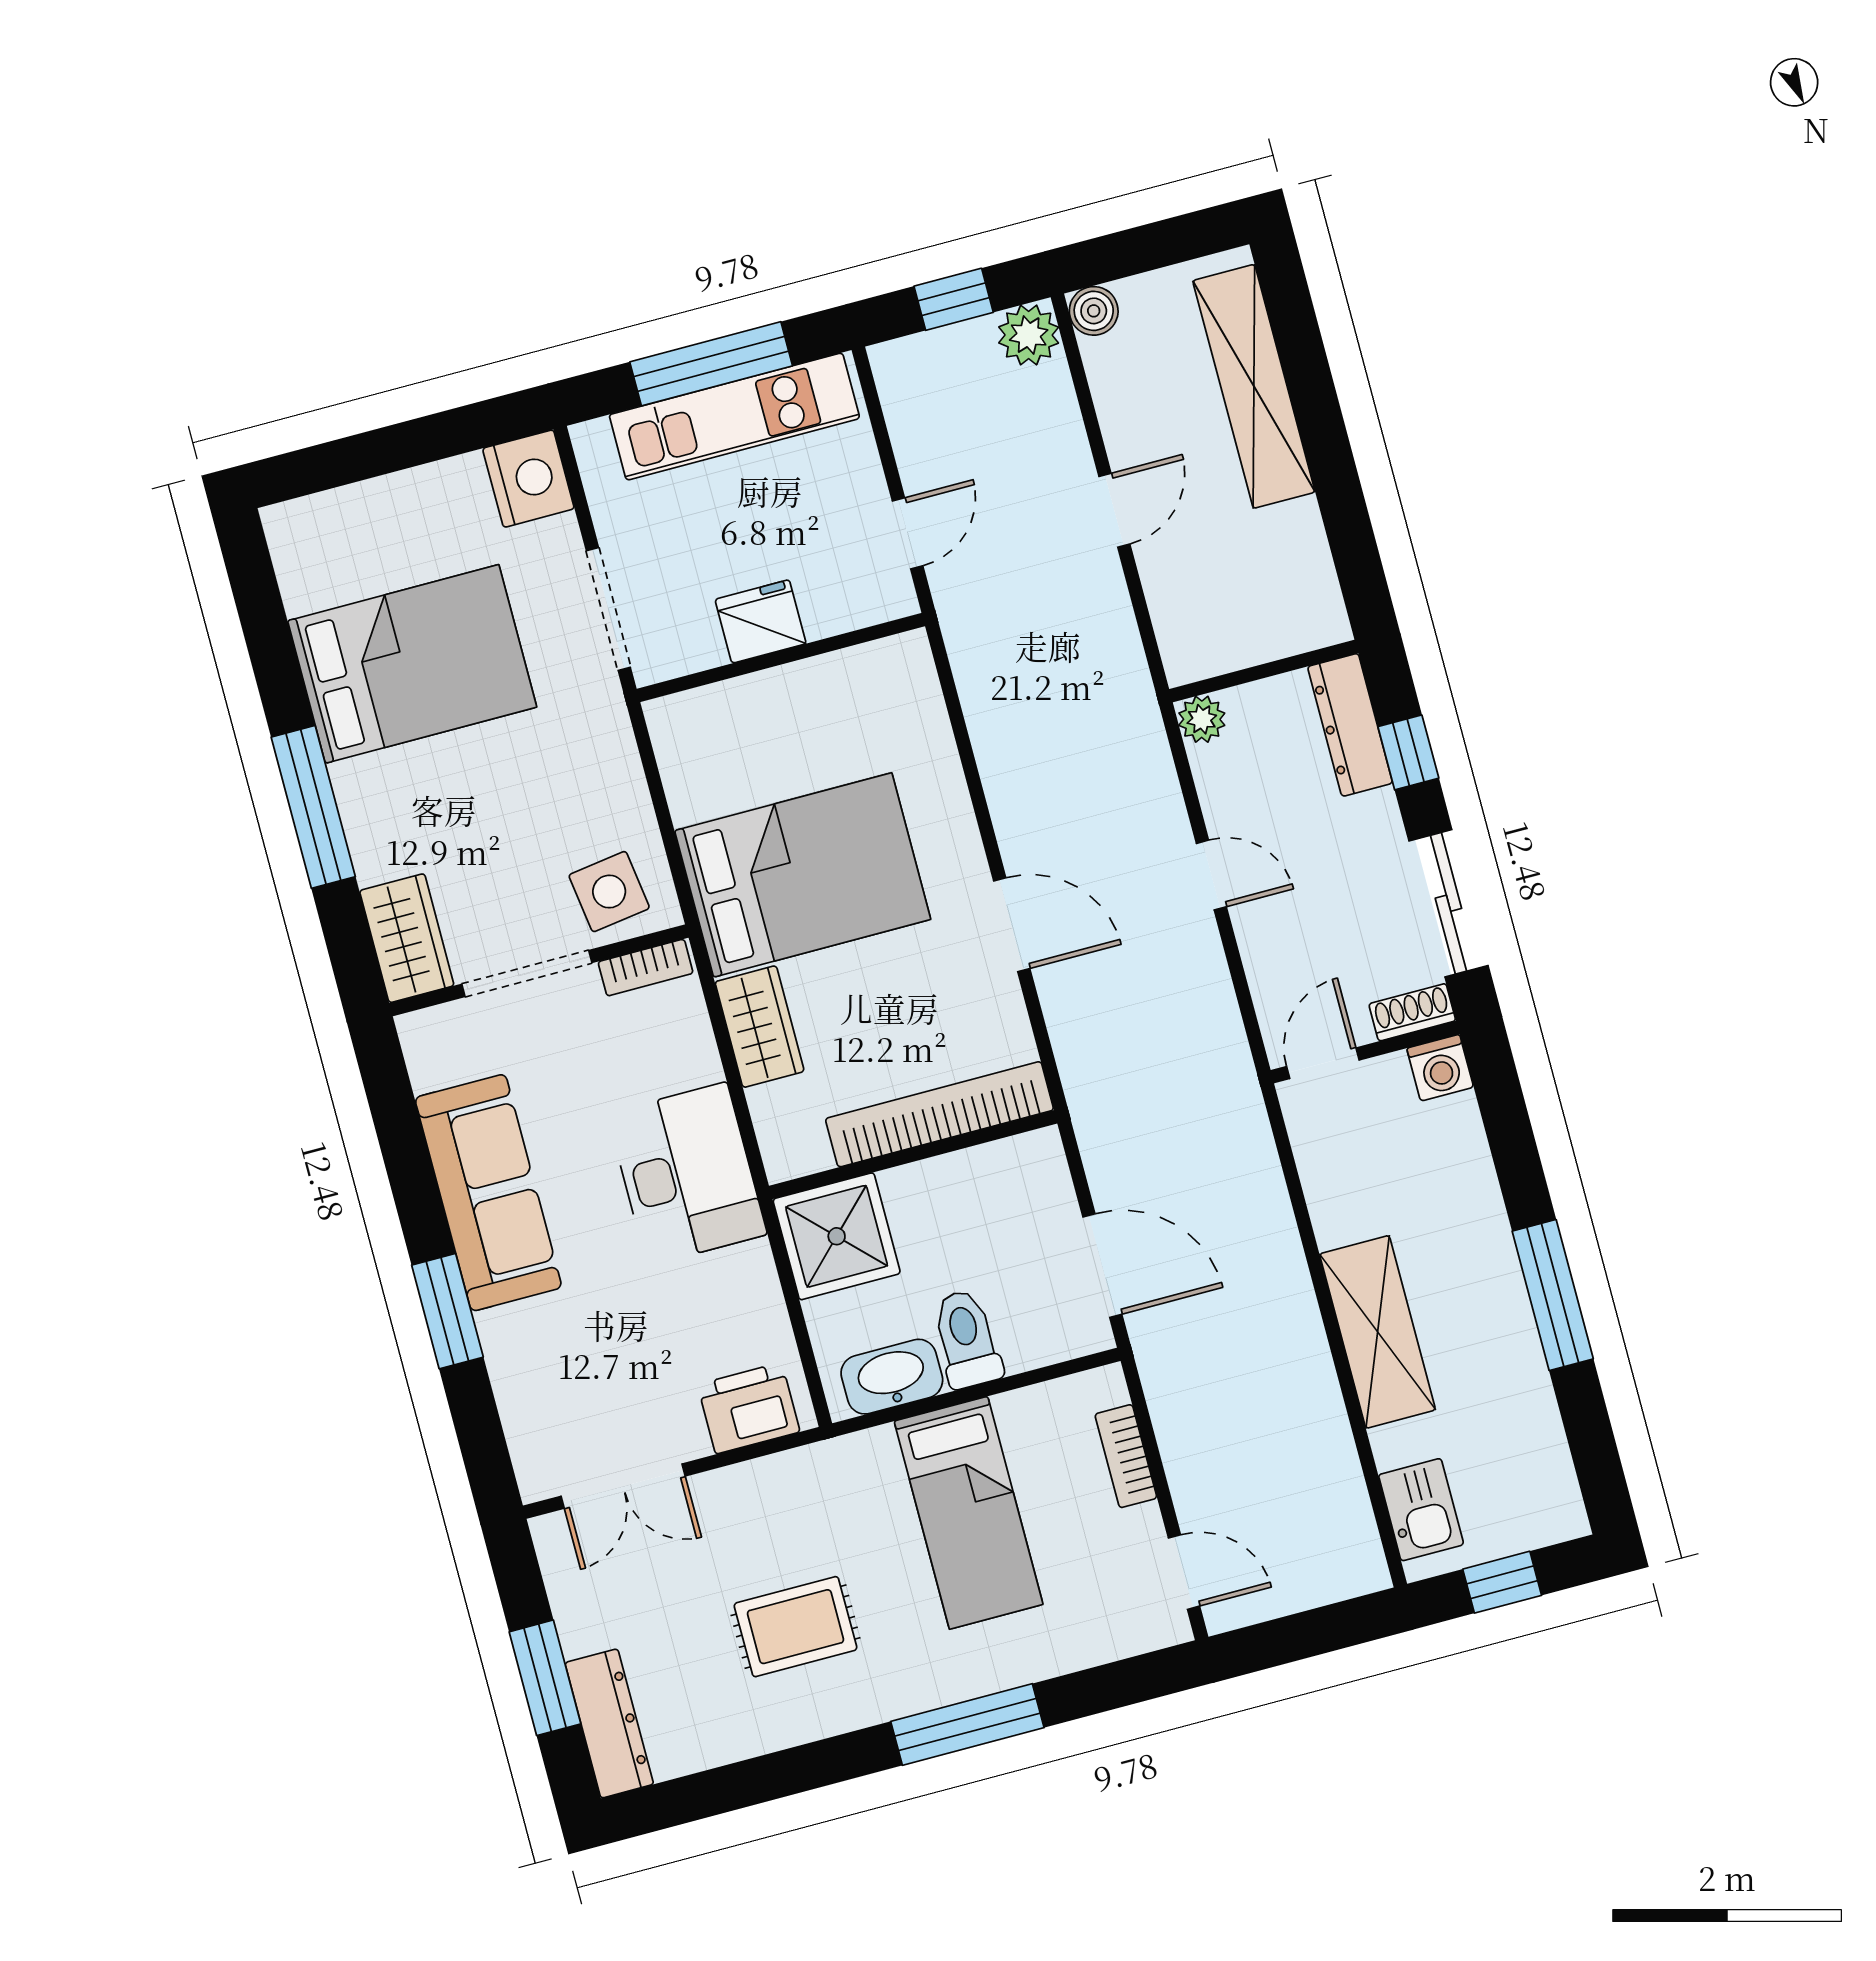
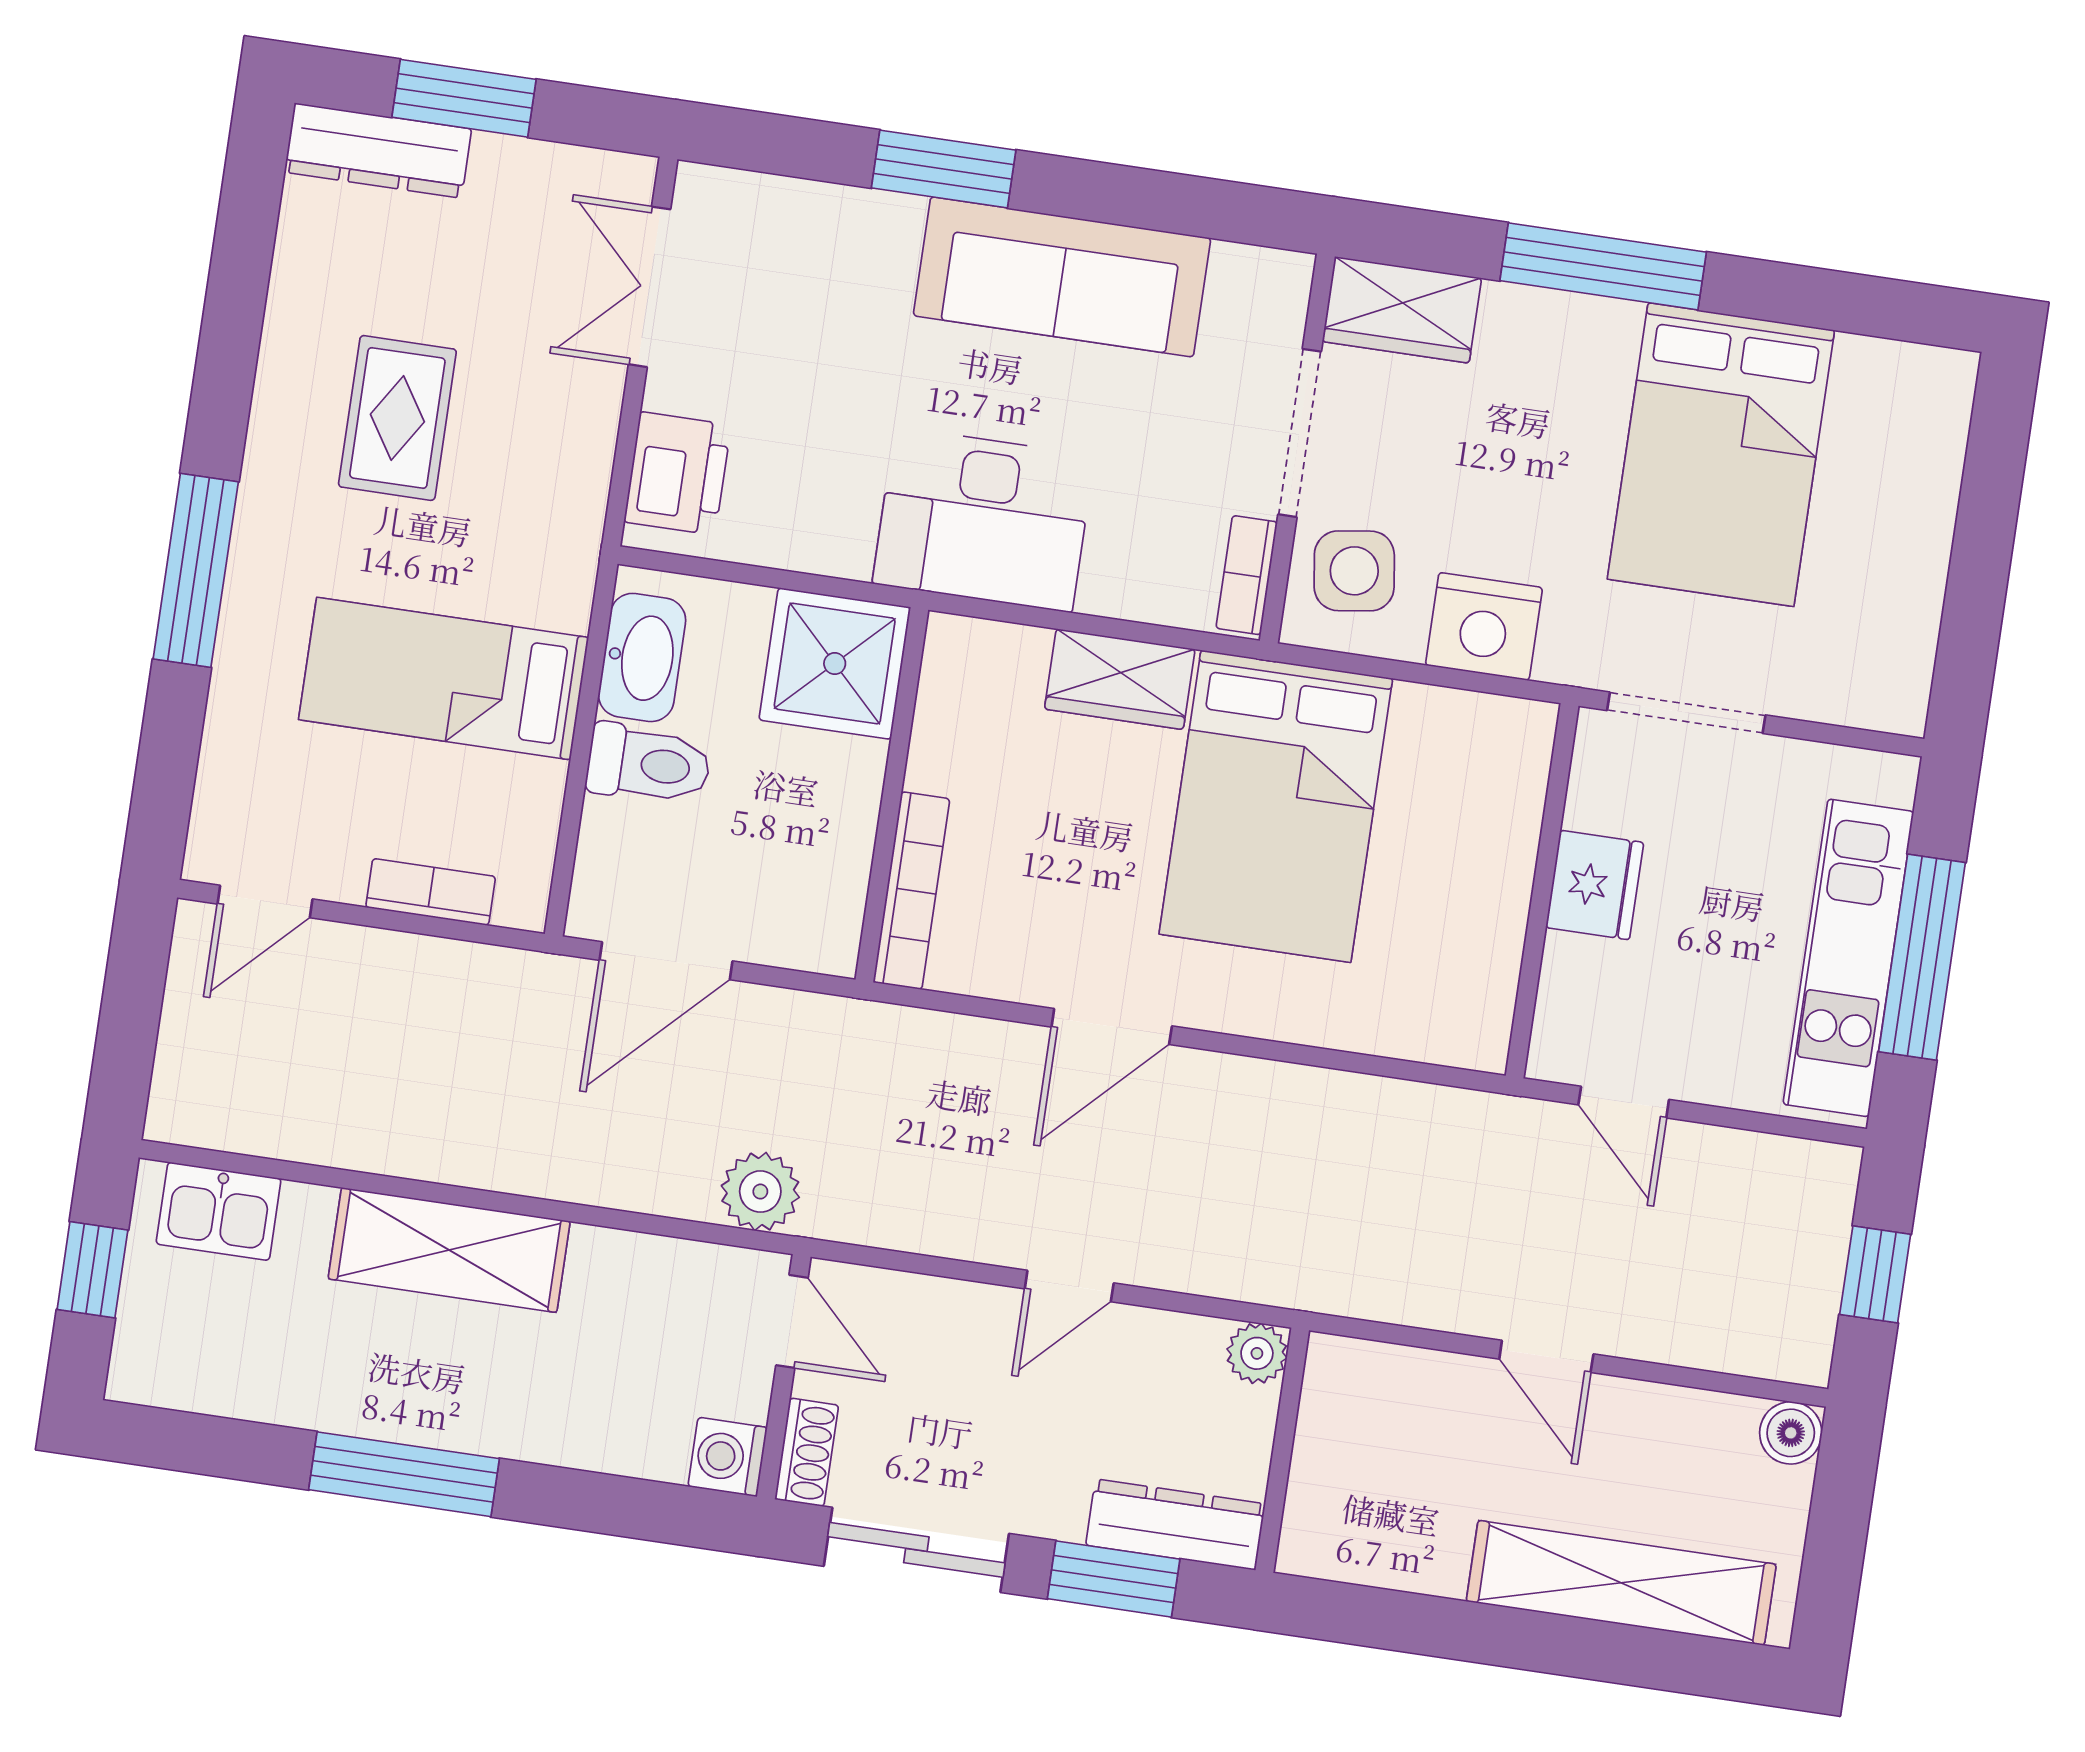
plant: (1029, 335) -> (760, 1192), moved
nightstand: (528, 479) -> (1484, 626), moved
window: (1408, 752) -> (1114, 1579), width x1.50
bookcase: (940, 1114) -> (912, 891), width x0.68, depth x0.76

